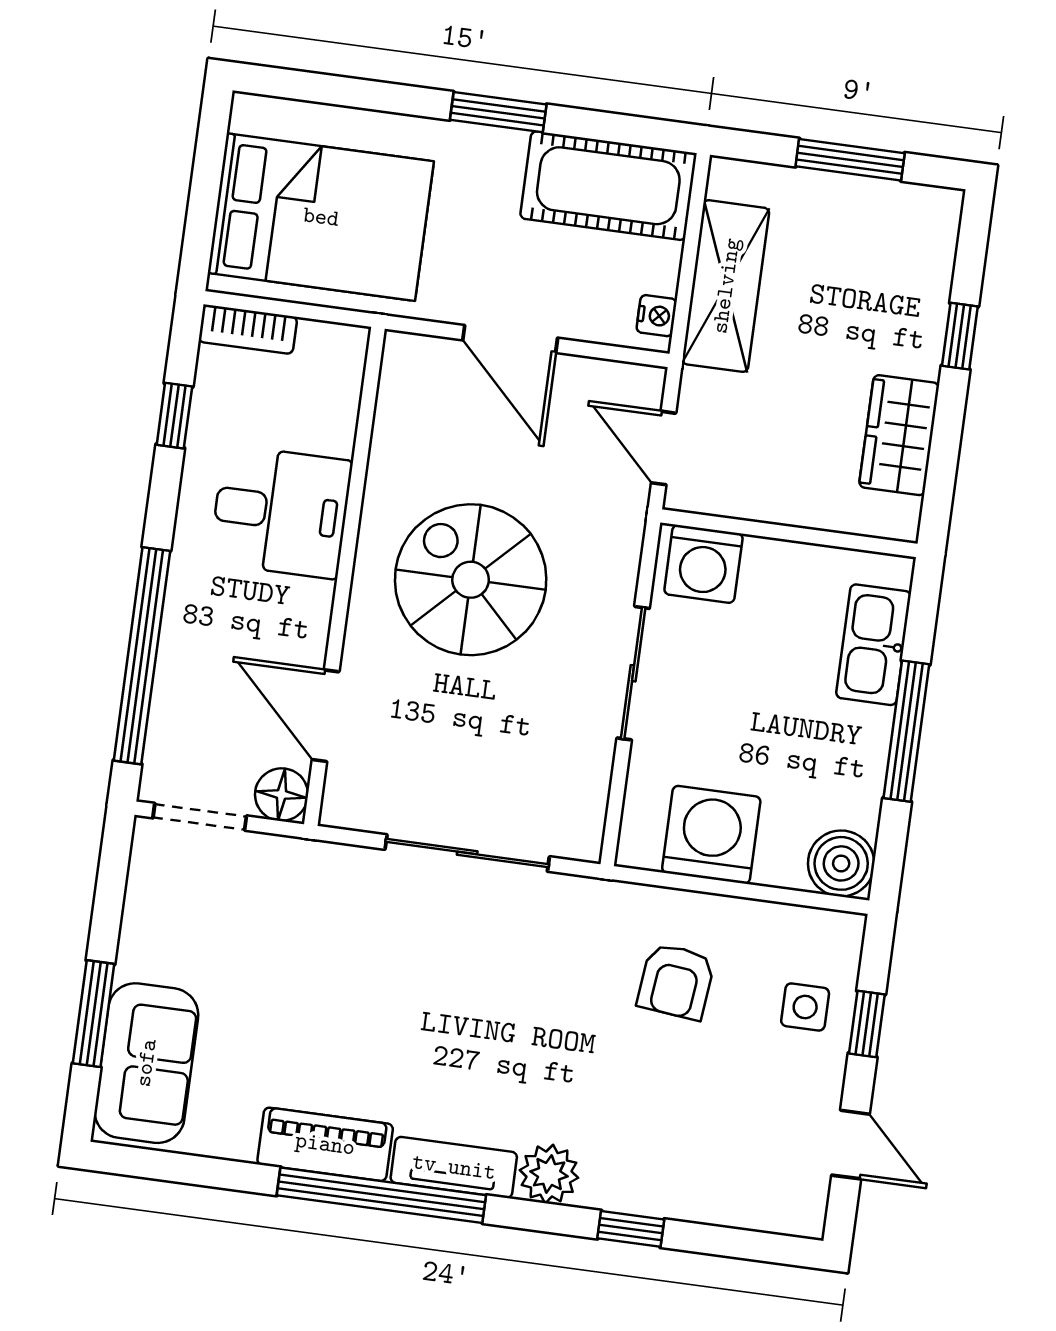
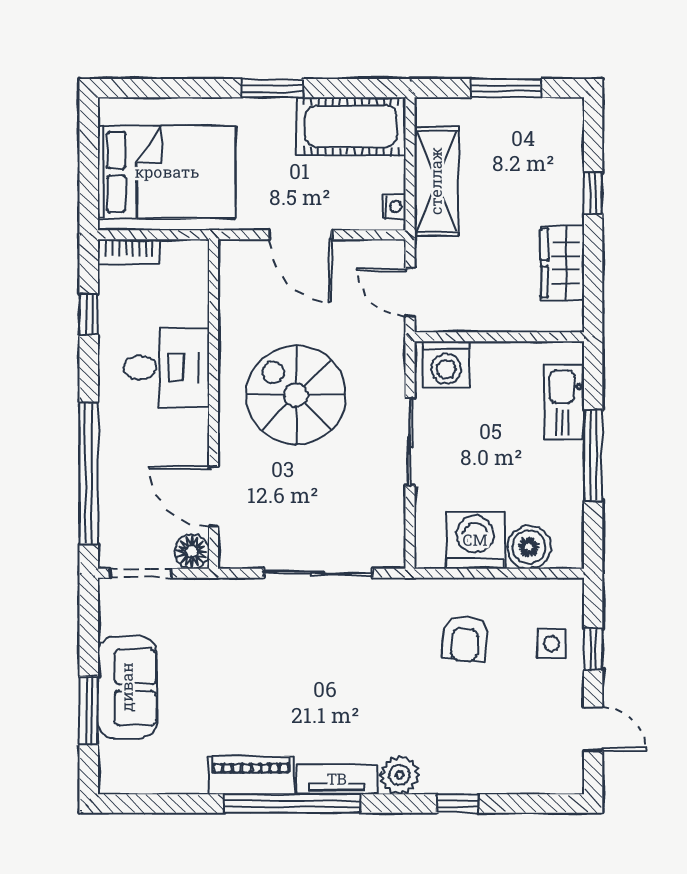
boiler: (841, 863) -> (529, 547), moved
sofa: (146, 1063) -> (127, 687), moved

